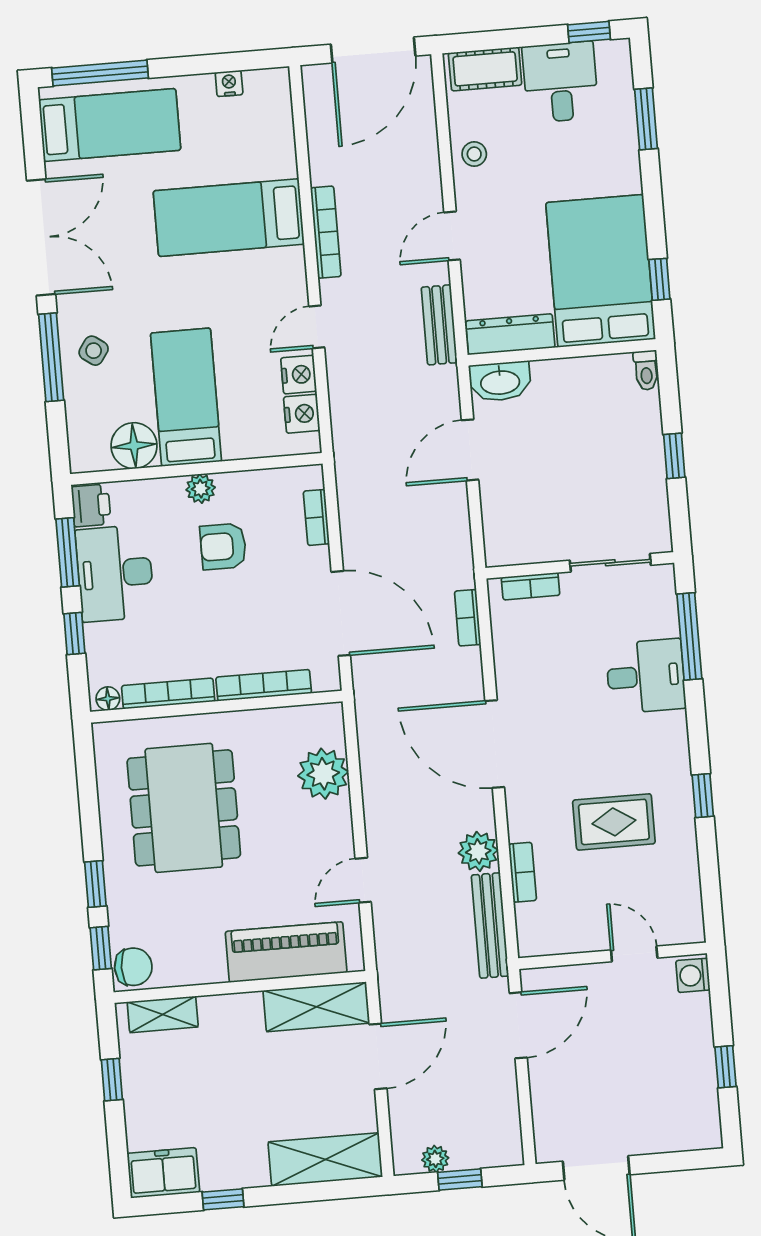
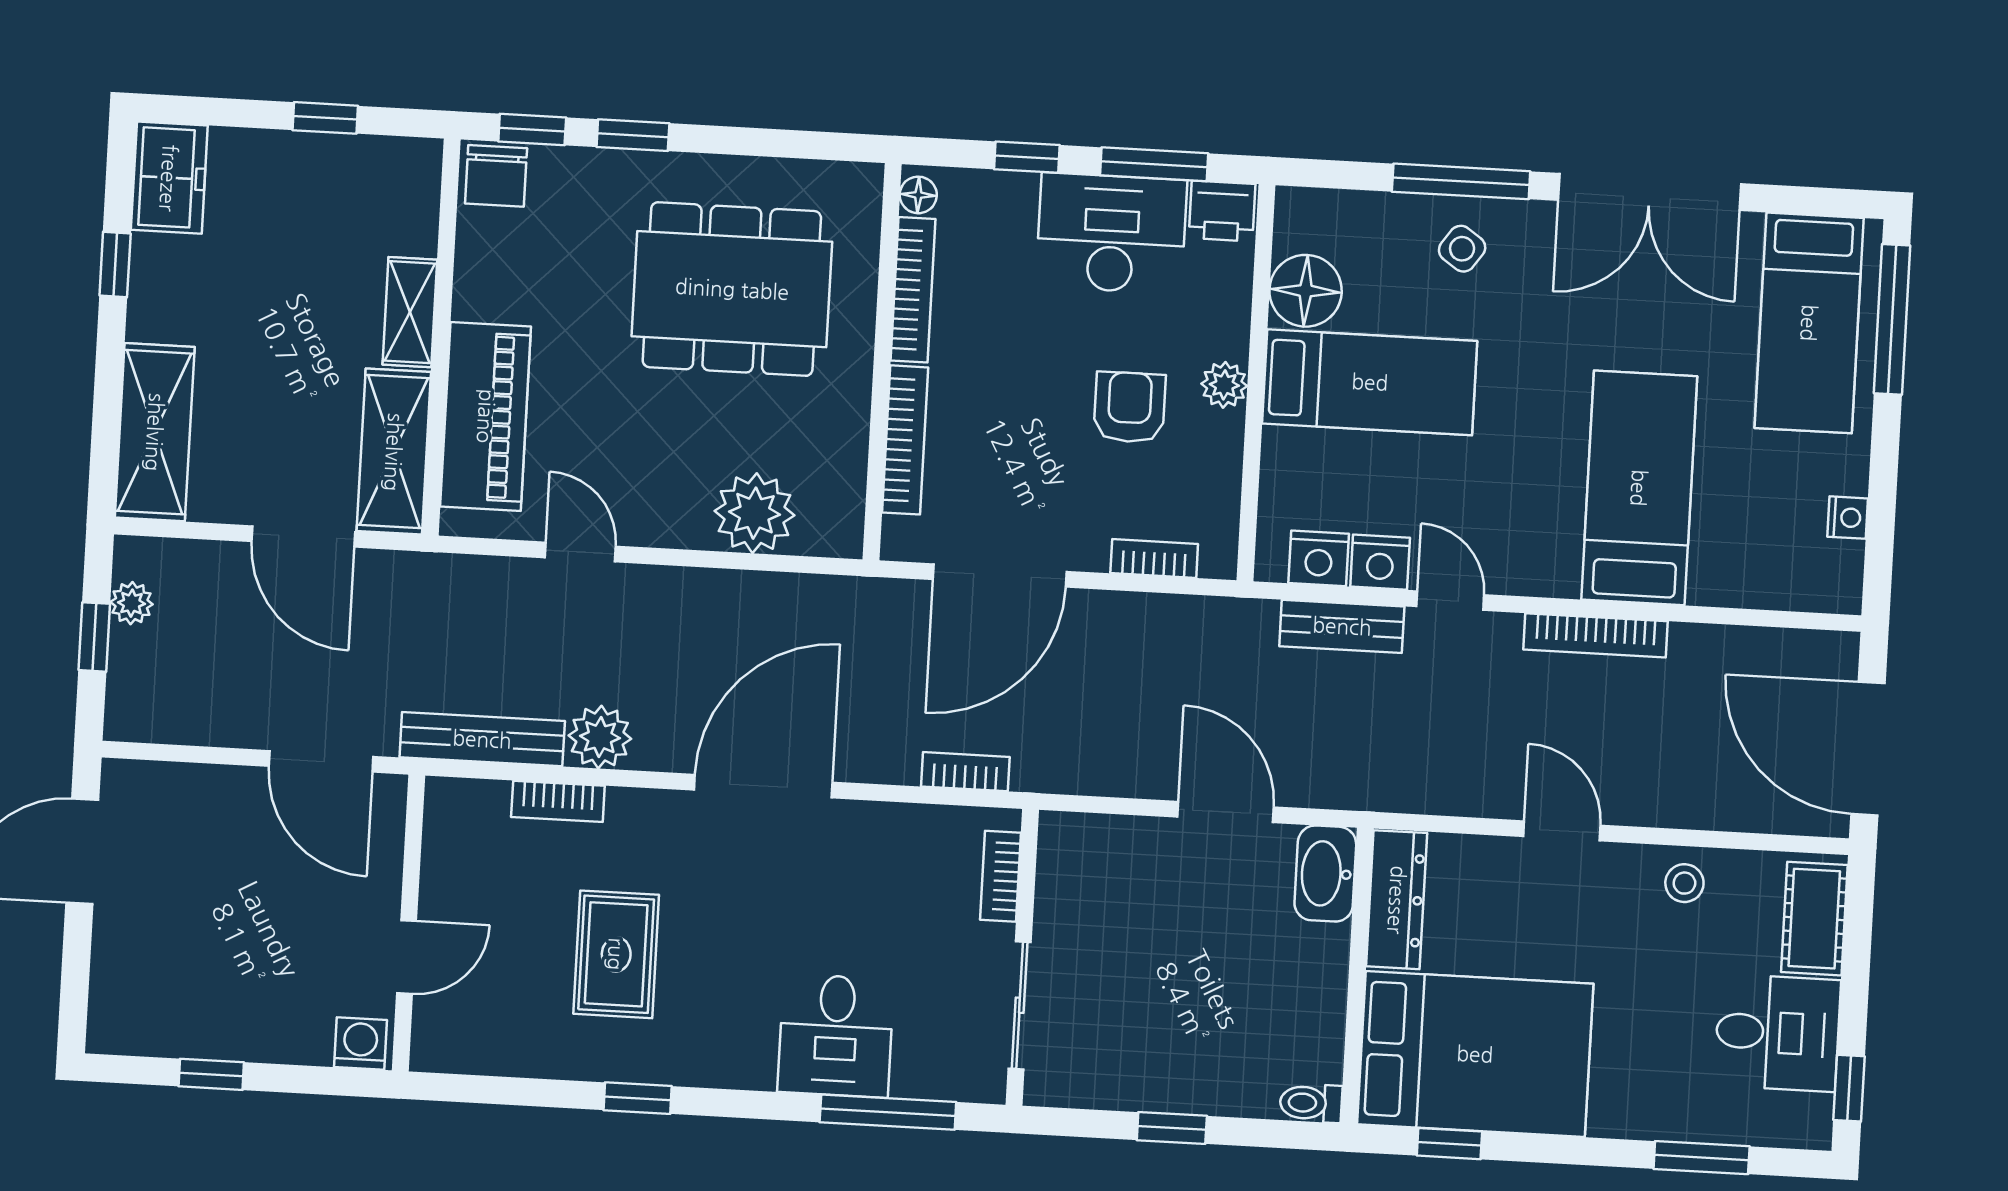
bench: (439, 325) -> (1342, 626), moved
shelving: (163, 1014) -> (410, 312), moved

